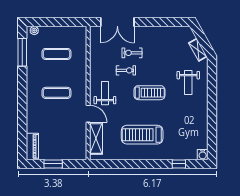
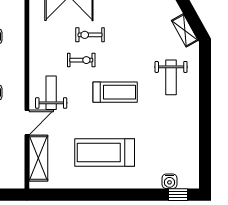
door: (88, 114) -> (27, 122), hinge flipped
water cooler: (203, 155) -> (169, 181), moved
window: (179, 164) -> (178, 195), moved

